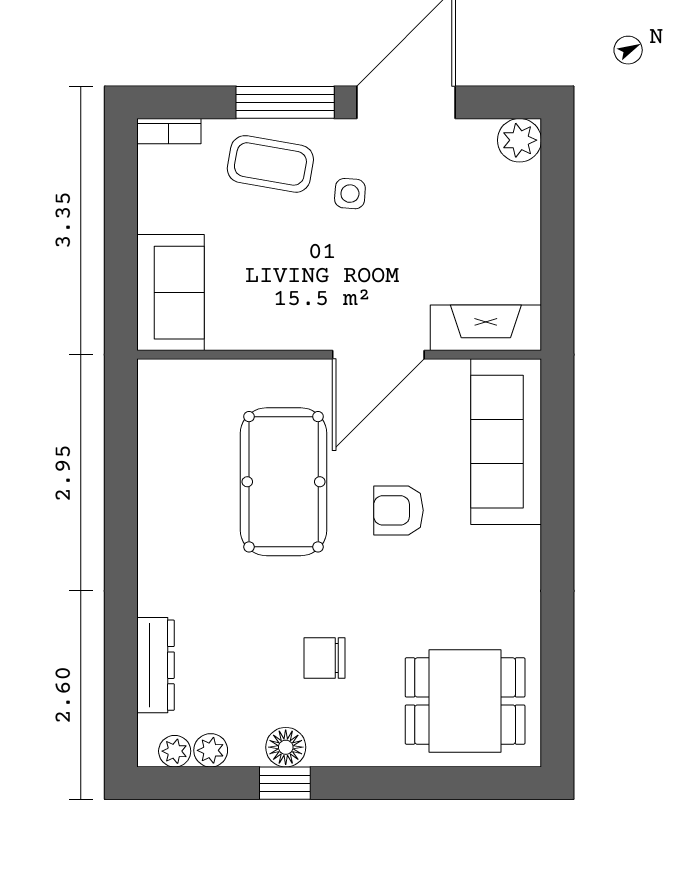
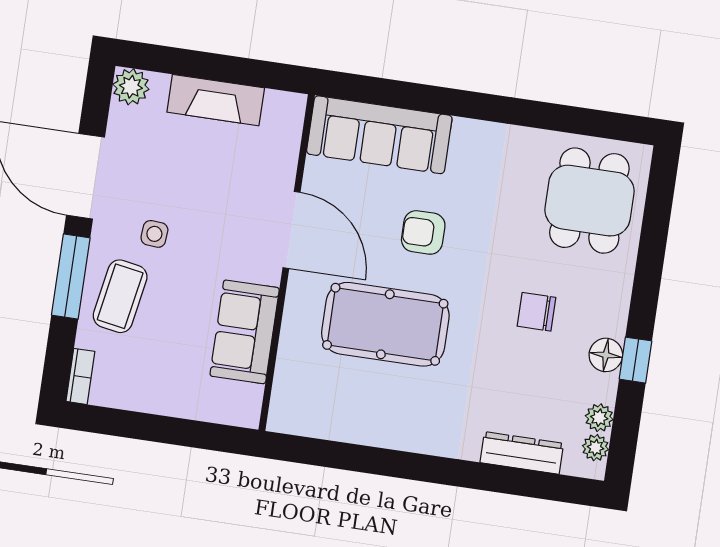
sofa: (170, 293) -> (245, 332), moved, turned -90
fireplace: (486, 328) -> (216, 100), moved, turned -90
armchair: (398, 510) -> (423, 232), turned 90
chair: (325, 658) -> (536, 312), turned 90

